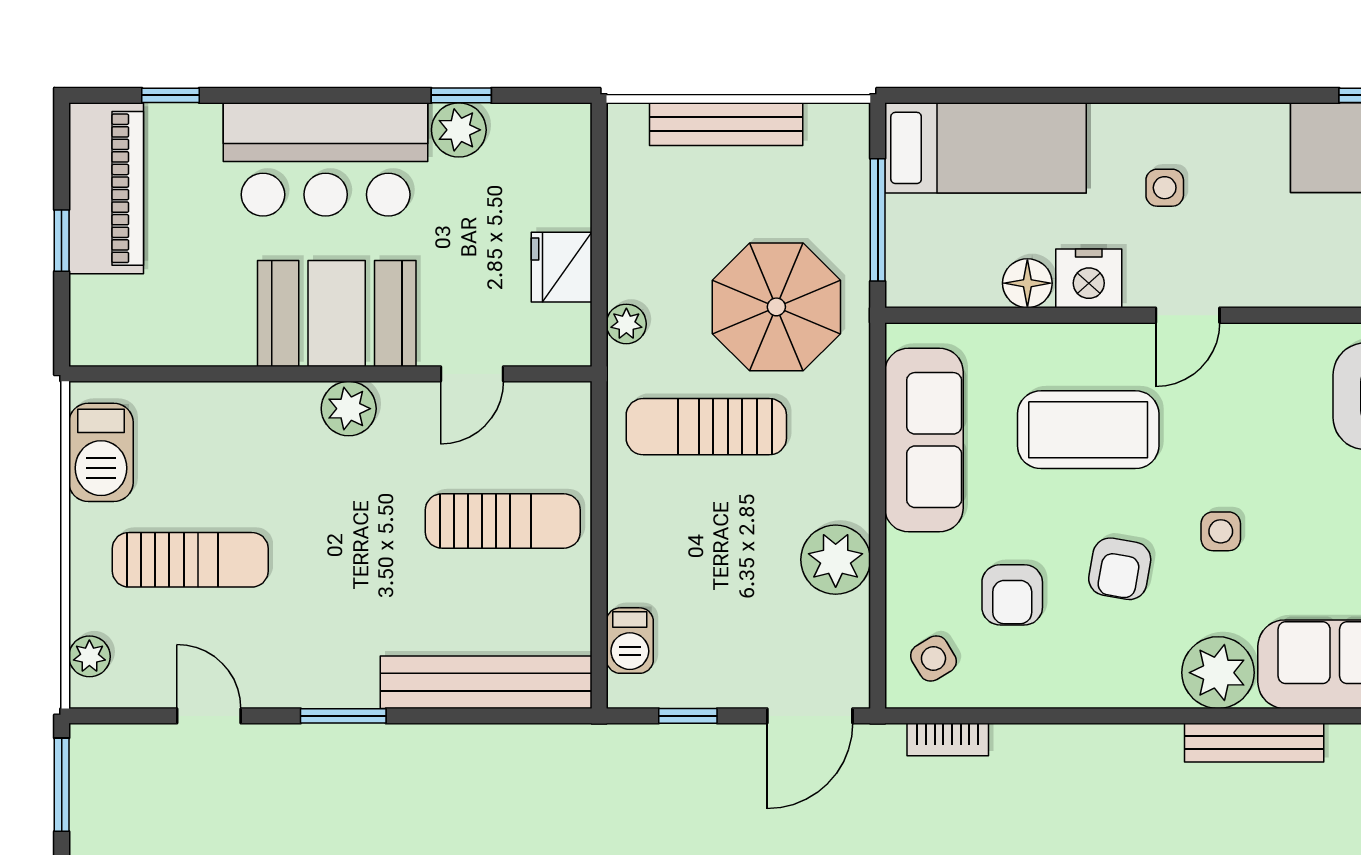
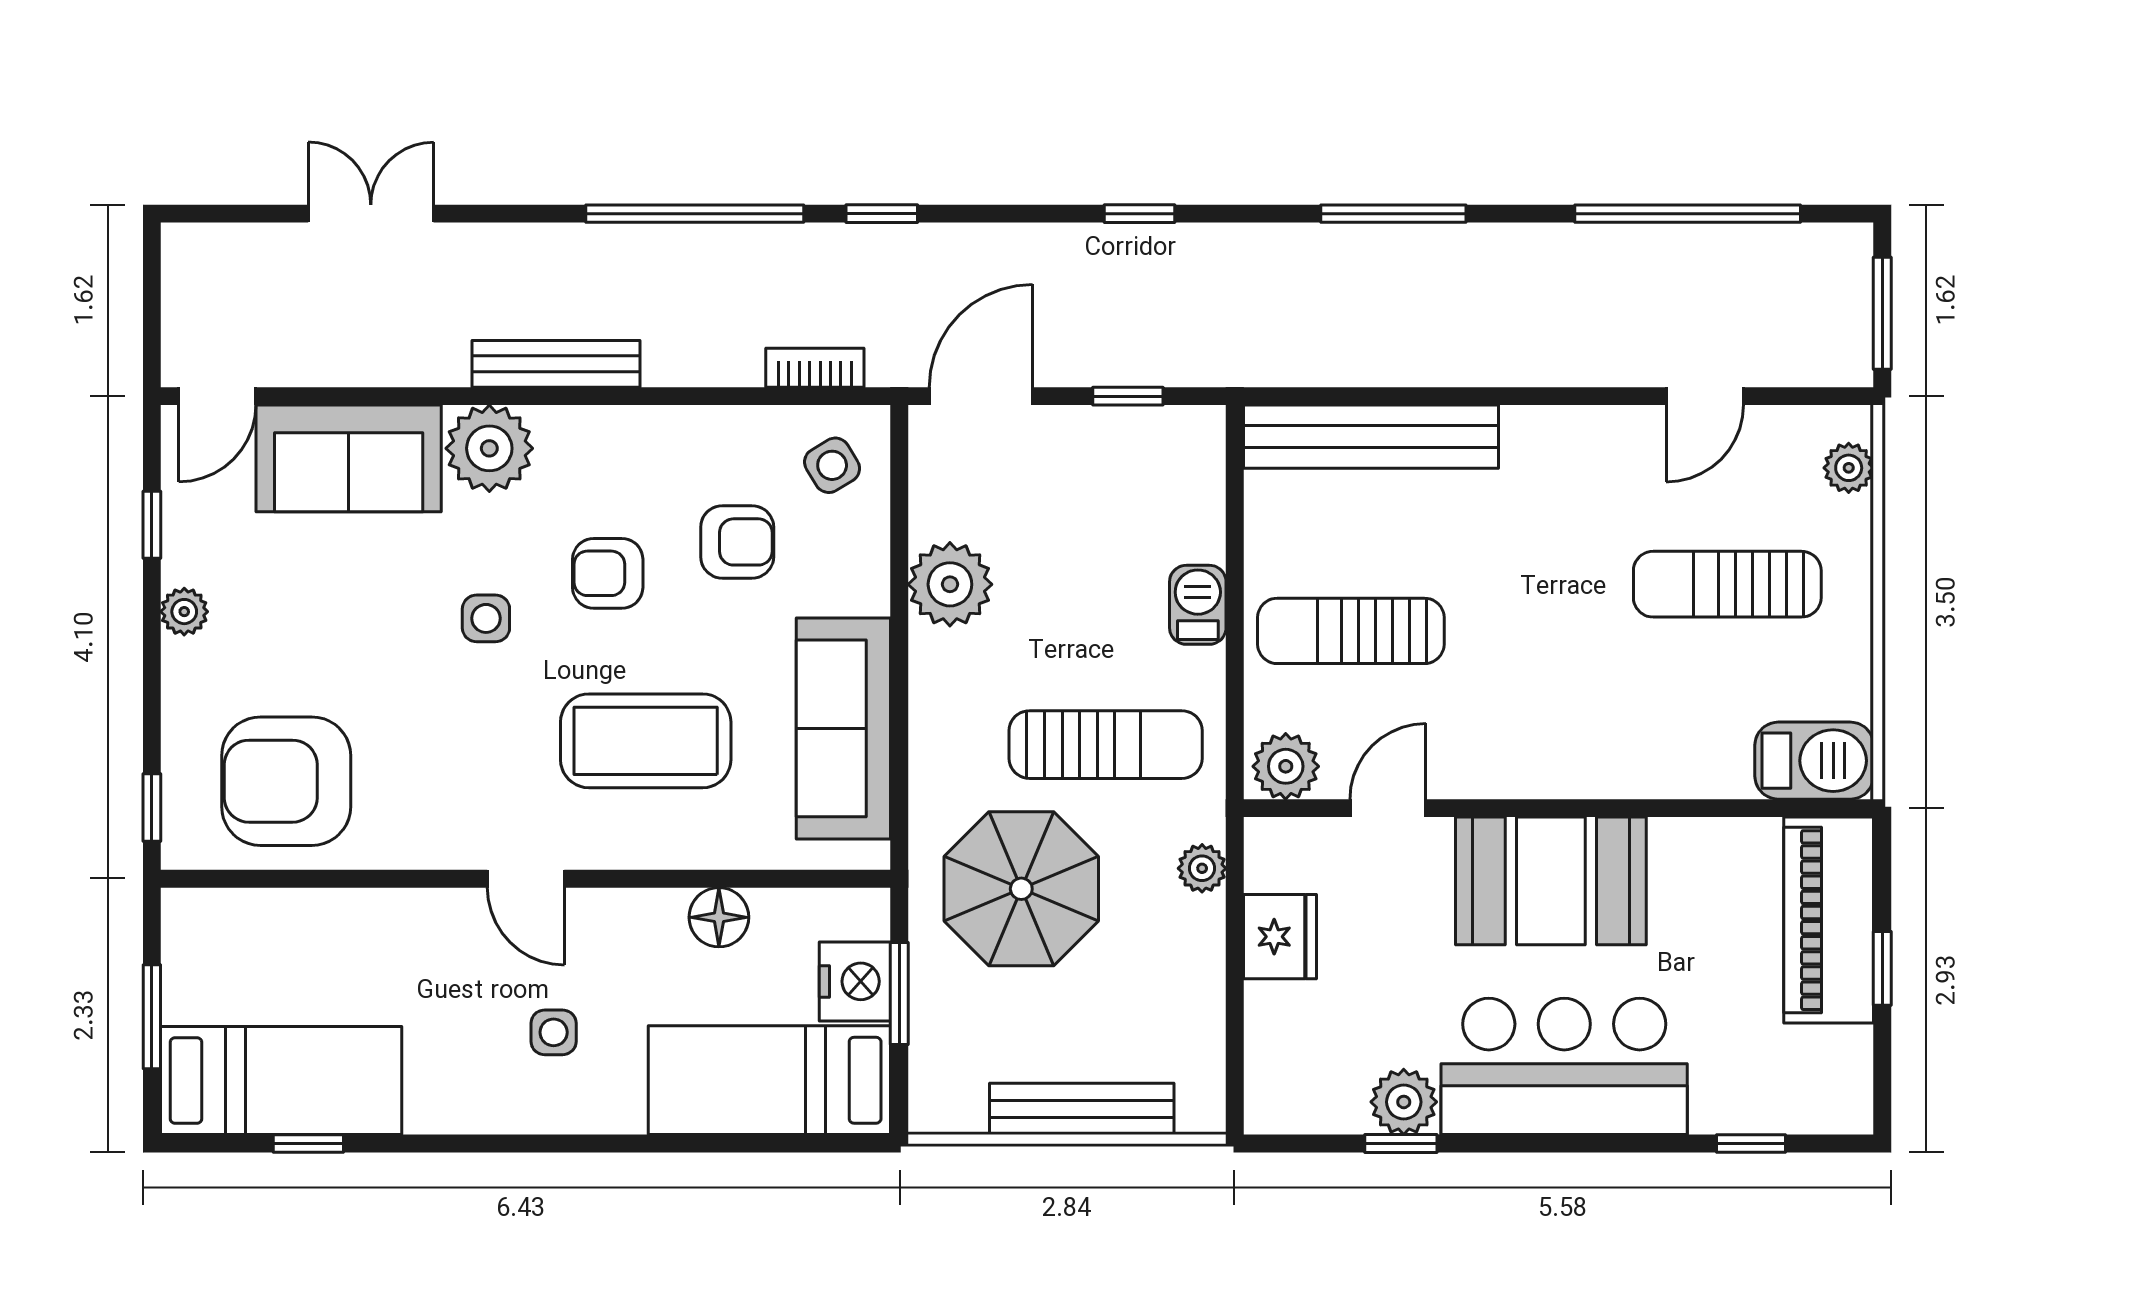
piano: (106, 188) -> (1829, 920), moved
window: (878, 220) -> (899, 993), width x0.69
nightstand: (1089, 278) -> (855, 981), moved, turned 90
door: (1188, 315) -> (526, 879), swing flipped
plant: (349, 409) -> (1286, 766), moved
barbecue: (101, 452) -> (1814, 761), moved, turned 90
armchair: (1120, 569) -> (608, 573), turned -100
armchair: (1012, 595) -> (737, 542), turned 90
barbecue: (630, 641) -> (1198, 605), moved
door: (209, 716) -> (1705, 396), hinge flipped
window: (343, 716) -> (1543, 396), removed
bench: (1254, 743) -> (556, 364), moved

